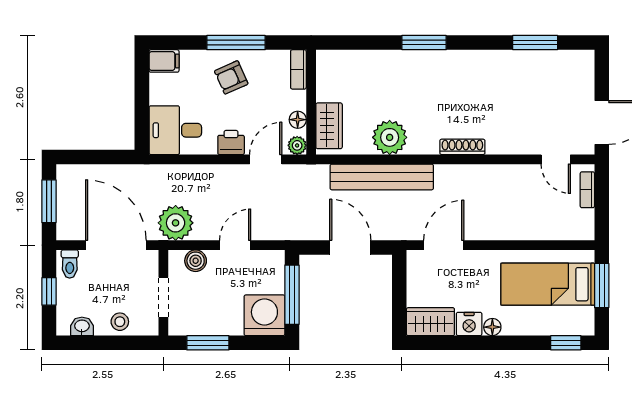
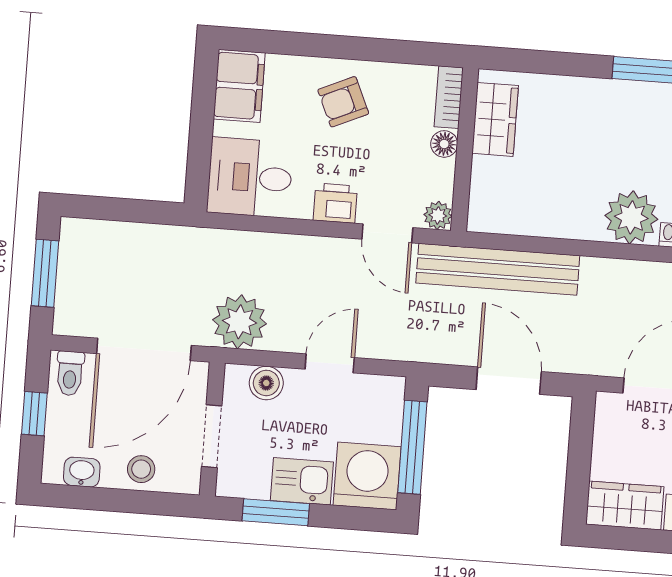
window: (236, 43) -> (355, 48), removed
filing cabinet: (164, 61) -> (239, 86), width x2.00
floor lamp: (298, 120) -> (444, 144), moved
wardrobe: (329, 126) -> (495, 119), moved
plant: (390, 137) -> (631, 217), moved
door: (266, 159) -> (387, 233), swing flipped
bench: (382, 177) -> (498, 269), moved
door: (116, 245) -> (144, 349), swing flipped
kitchen sink: (223, 322) -> (302, 481), added

